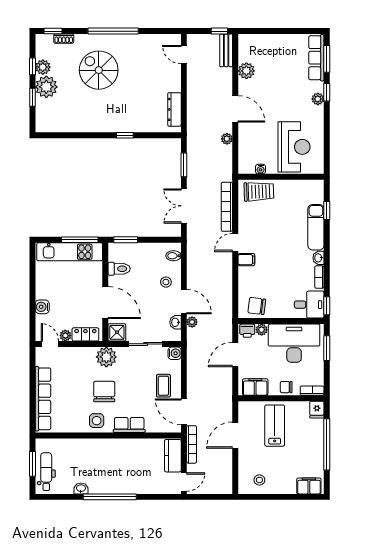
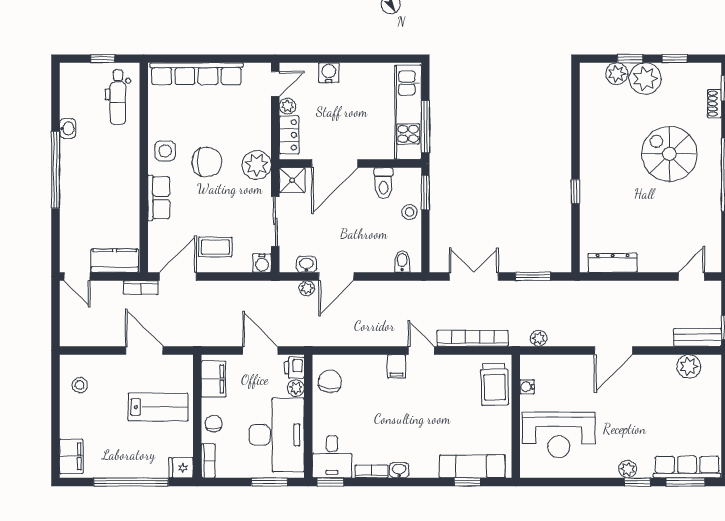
plant: (43, 67) -> (617, 74), moved
spiral stairs: (99, 70) -> (669, 154), turned -90
plant: (246, 71) -> (689, 366), moved
plant: (227, 139) -> (539, 338), moved
exam couch: (316, 227) -> (472, 466), moved
stool: (166, 282) -> (410, 212), moved
bookcase: (192, 444) -> (141, 288), width x0.64
window: (32, 464) -> (103, 59), width x0.67
dental chair: (46, 472) -> (118, 97), moved, turned 90

